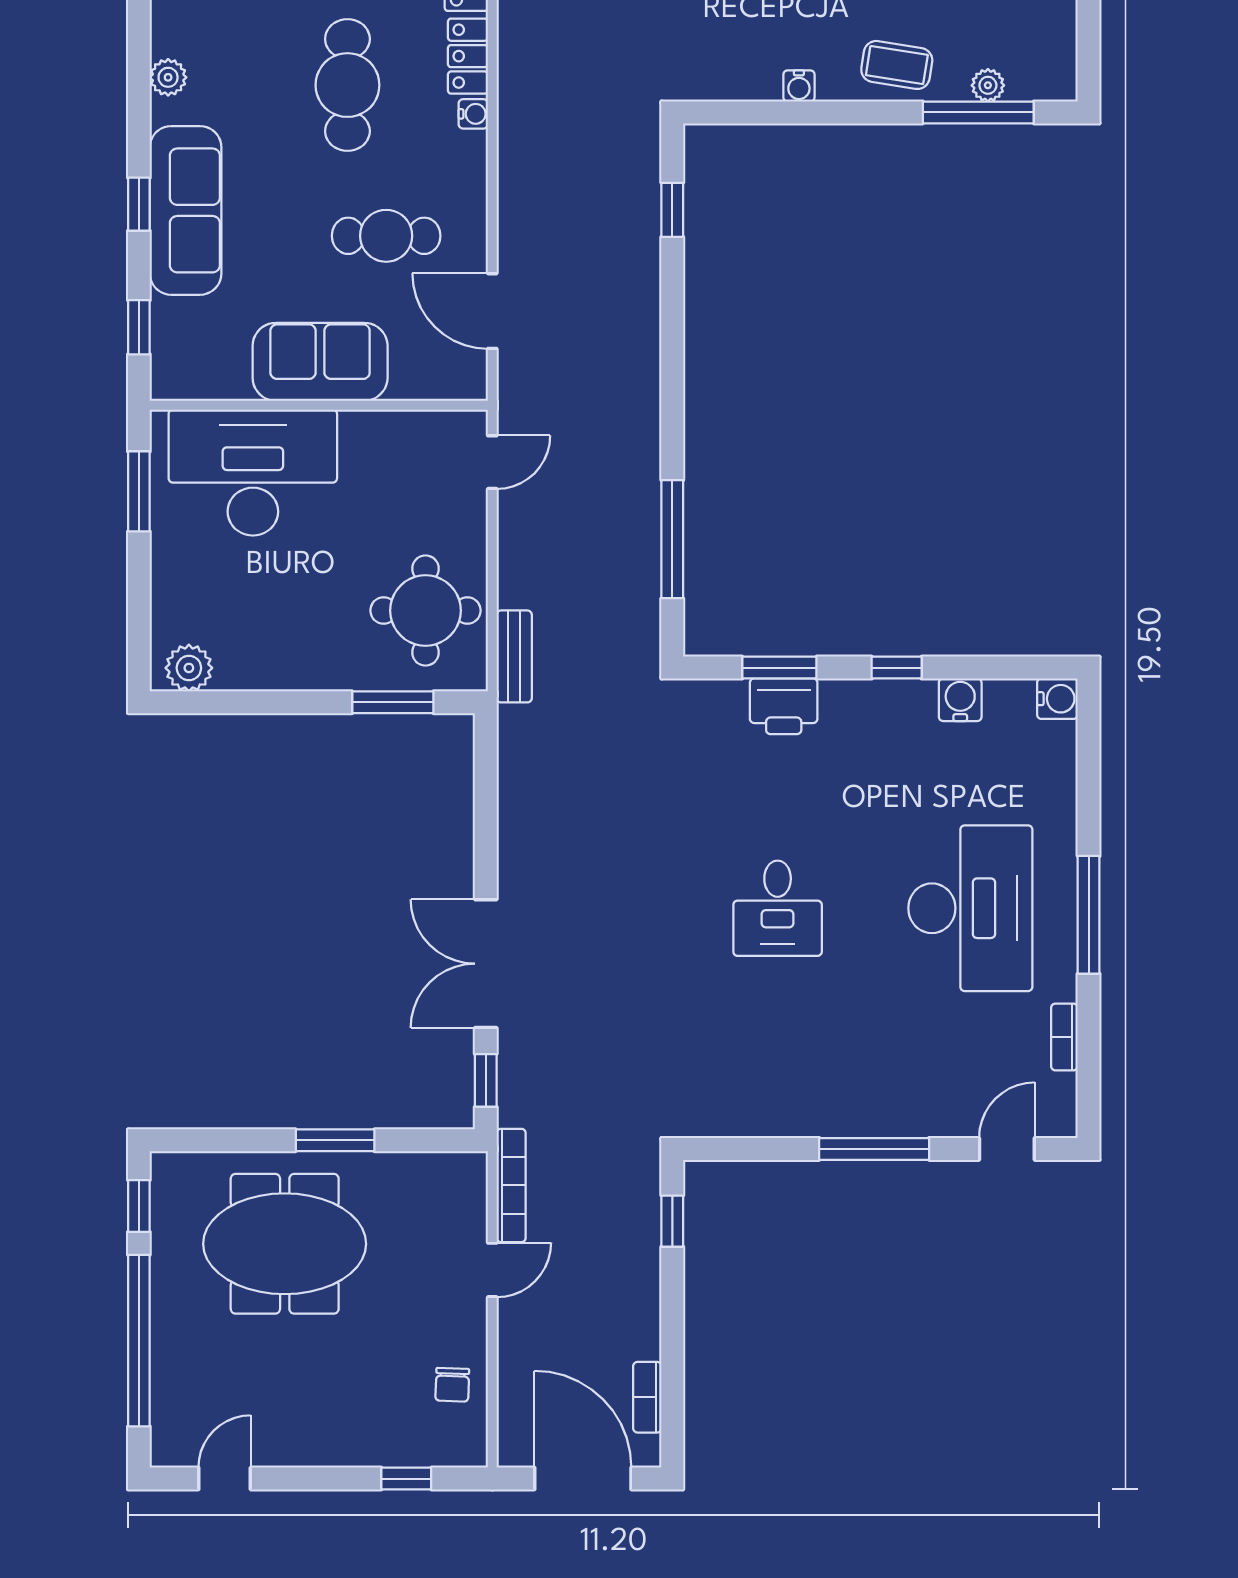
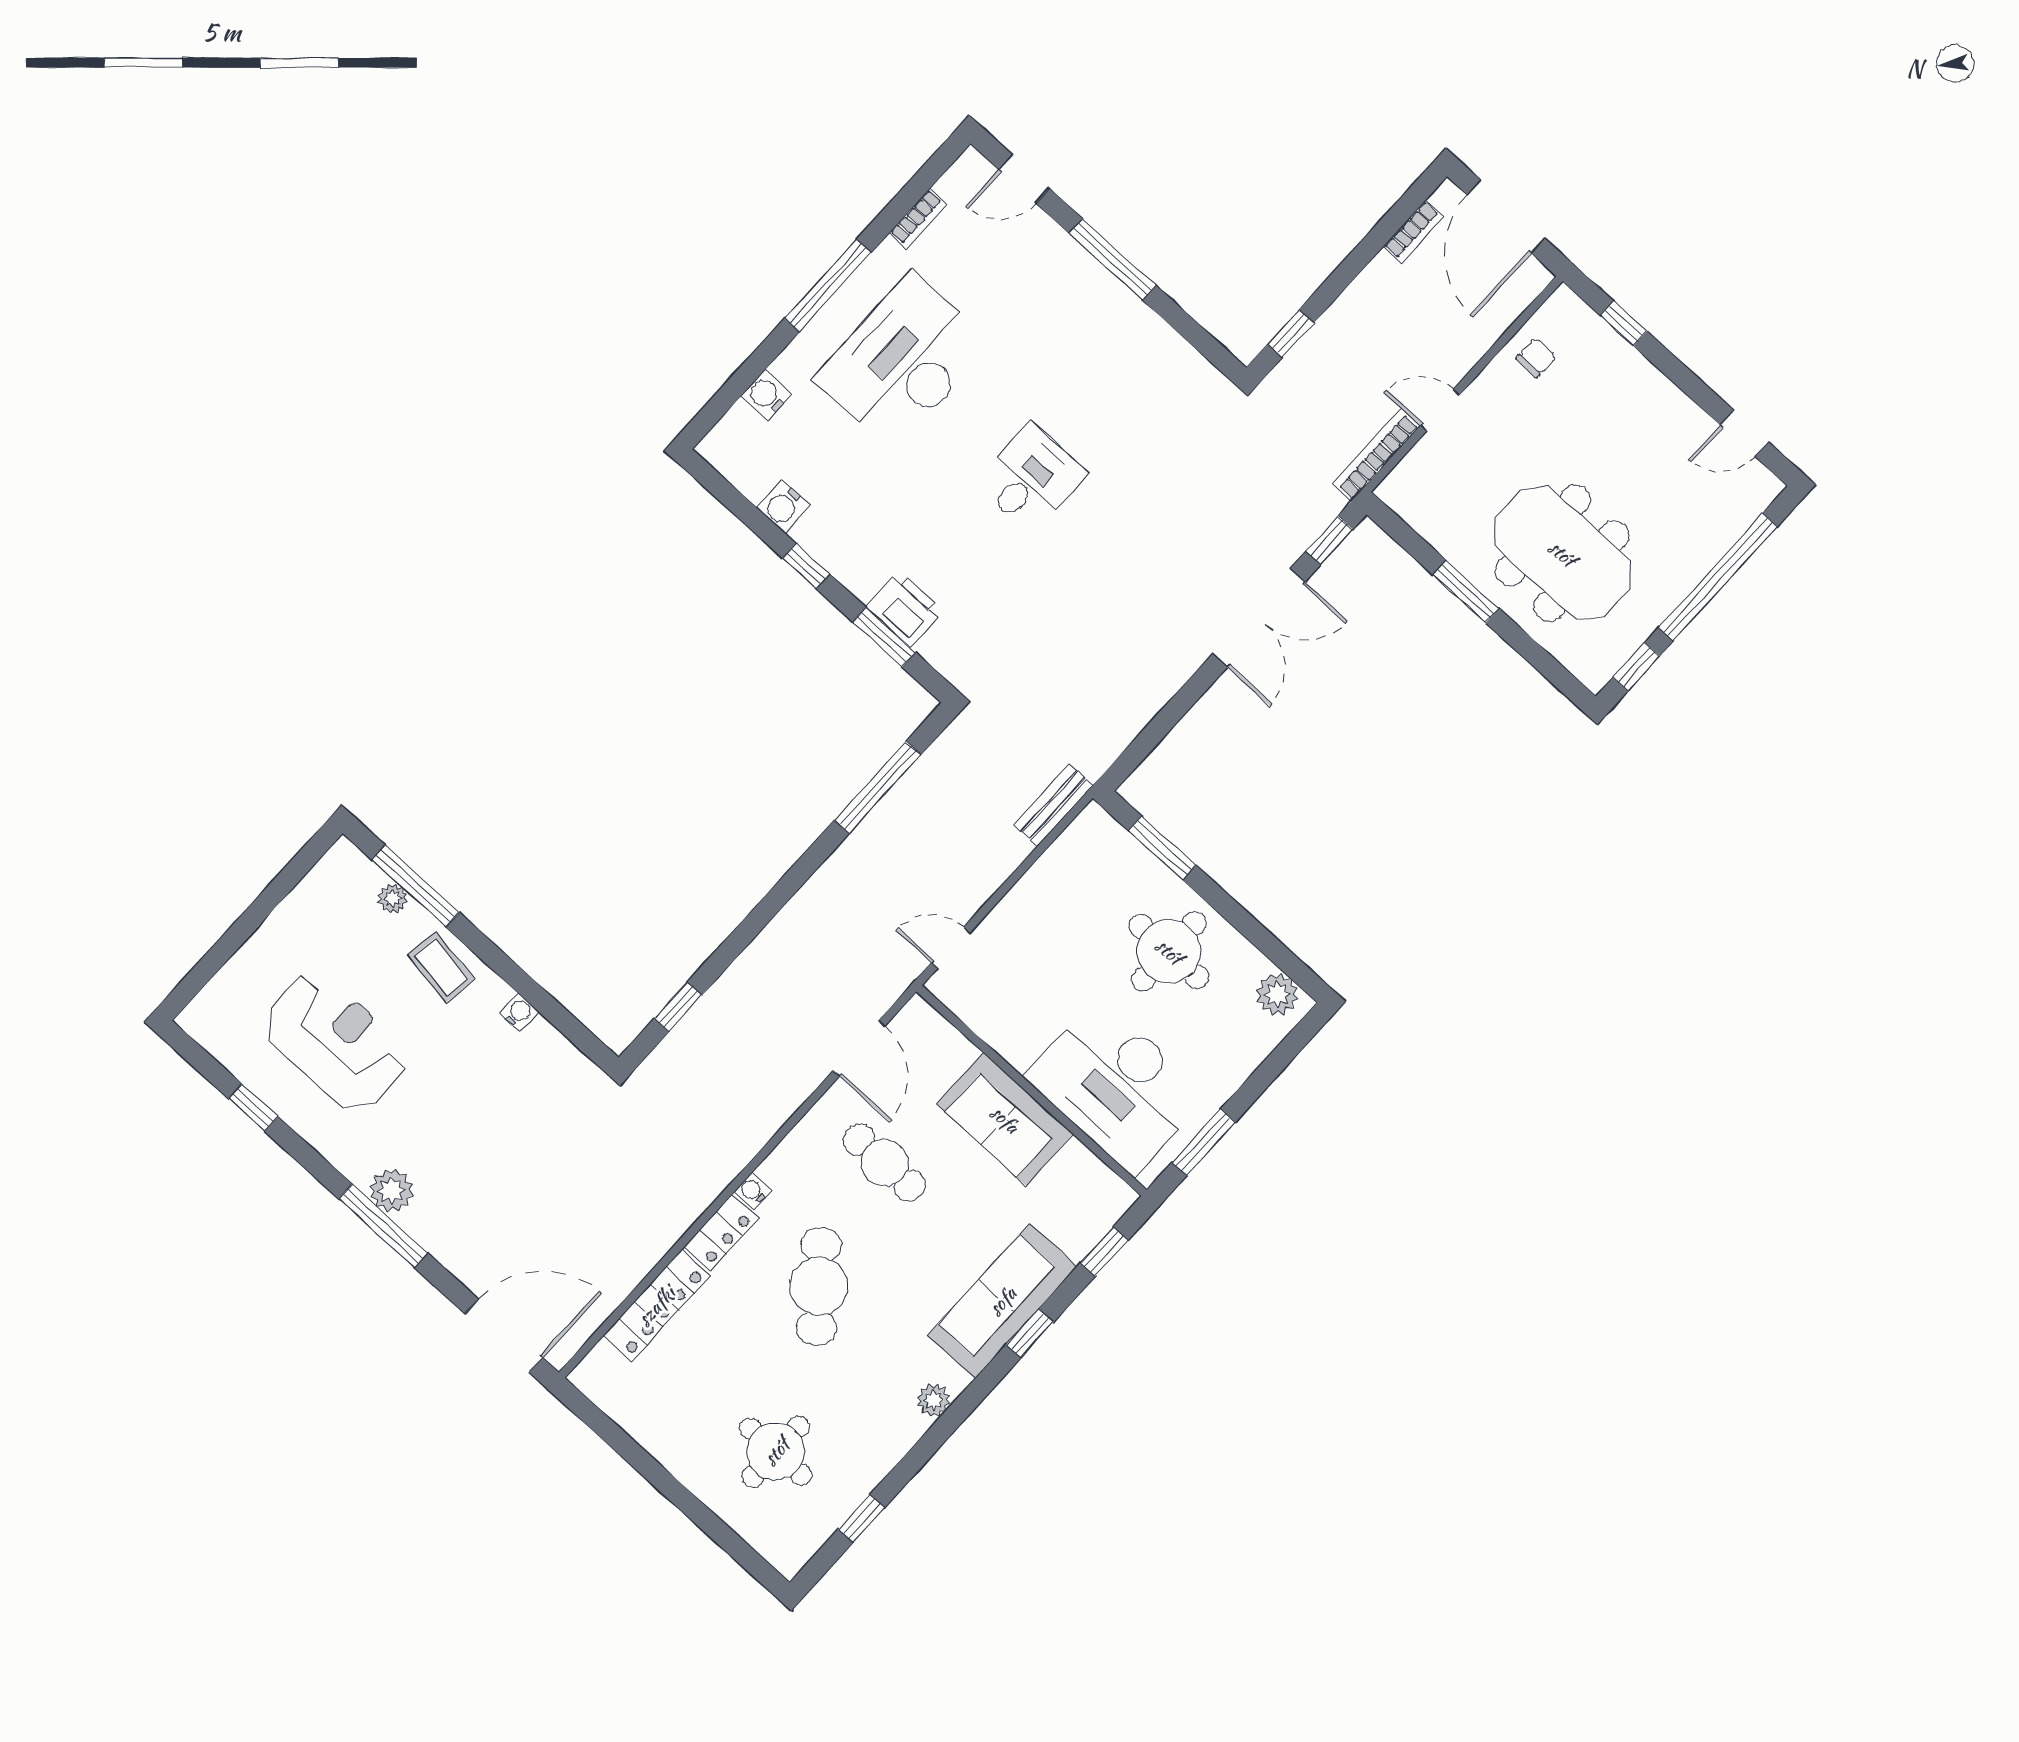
cafe table: (347, 85) -> (819, 1286), turned -39
round table: (425, 611) -> (1169, 951), moved
water cooler: (1057, 699) -> (766, 395), moved

